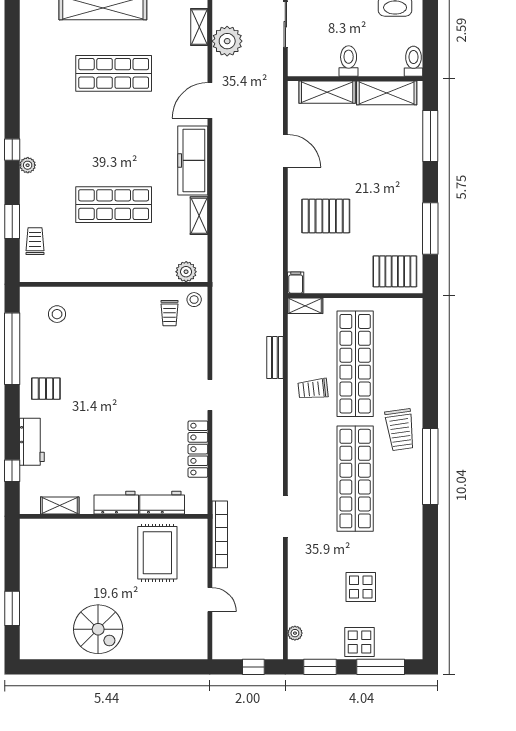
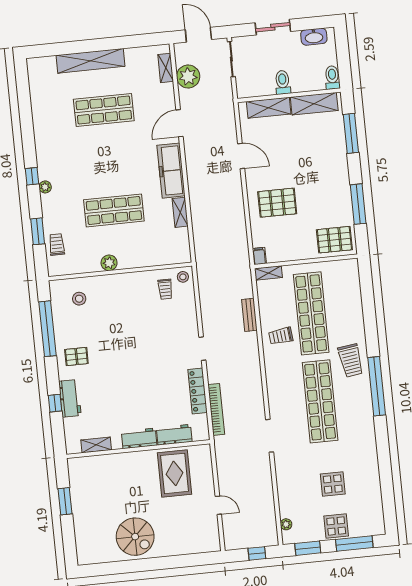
plant: (186, 272) -> (109, 263), moved
window: (12, 471) -> (55, 403), moved
bookcase: (220, 534) -> (216, 409), moved
window: (12, 608) -> (65, 501), moved

